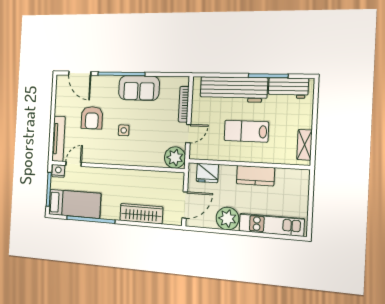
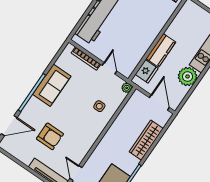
side table: (124, 130) -> (99, 106), moved
lab bench: (246, 131) -> (134, 25), removed
plant: (175, 158) -> (127, 88), width x0.53, depth x0.53
kitchen counter: (255, 176) -> (161, 50), moved

